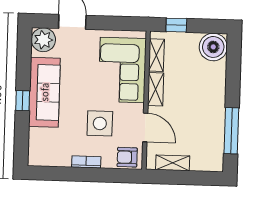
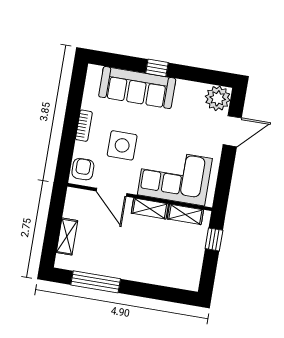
boiler: (213, 47) -> (186, 275), removed
sofa: (44, 92) -> (137, 88), moved
door: (145, 127) -> (111, 192), hinge flipped
shelving: (173, 163) -> (67, 237), moved

